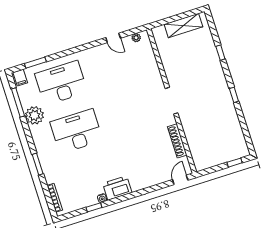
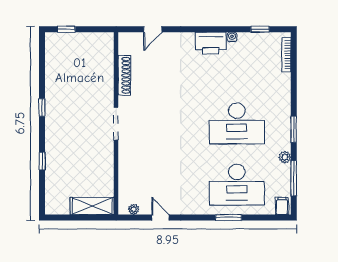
shelving: (183, 25) -> (92, 206), moved
window: (35, 63) -> (229, 218), moved
plant: (34, 115) -> (285, 157), width x0.53, depth x0.53
window: (38, 164) -> (294, 129), moved
door: (180, 180) -> (153, 29), moved
window: (94, 207) -> (260, 29), moved

